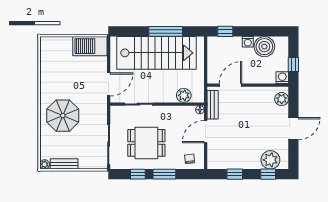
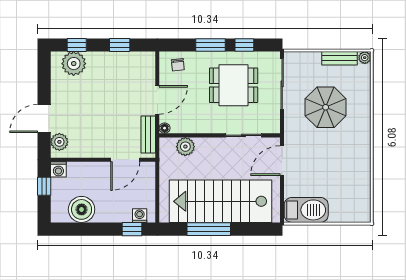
washing machine: (248, 42) -> (140, 216), moved
parasol: (63, 116) -> (326, 107), moved
door: (293, 129) -> (44, 118), moved

